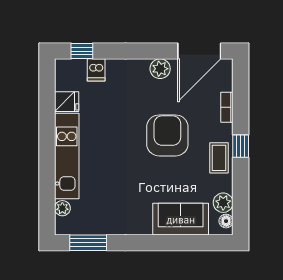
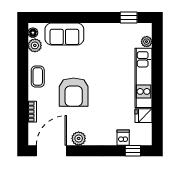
window: (241, 146) -> (23, 85), removed
window: (88, 243) -> (129, 18), width x0.67

